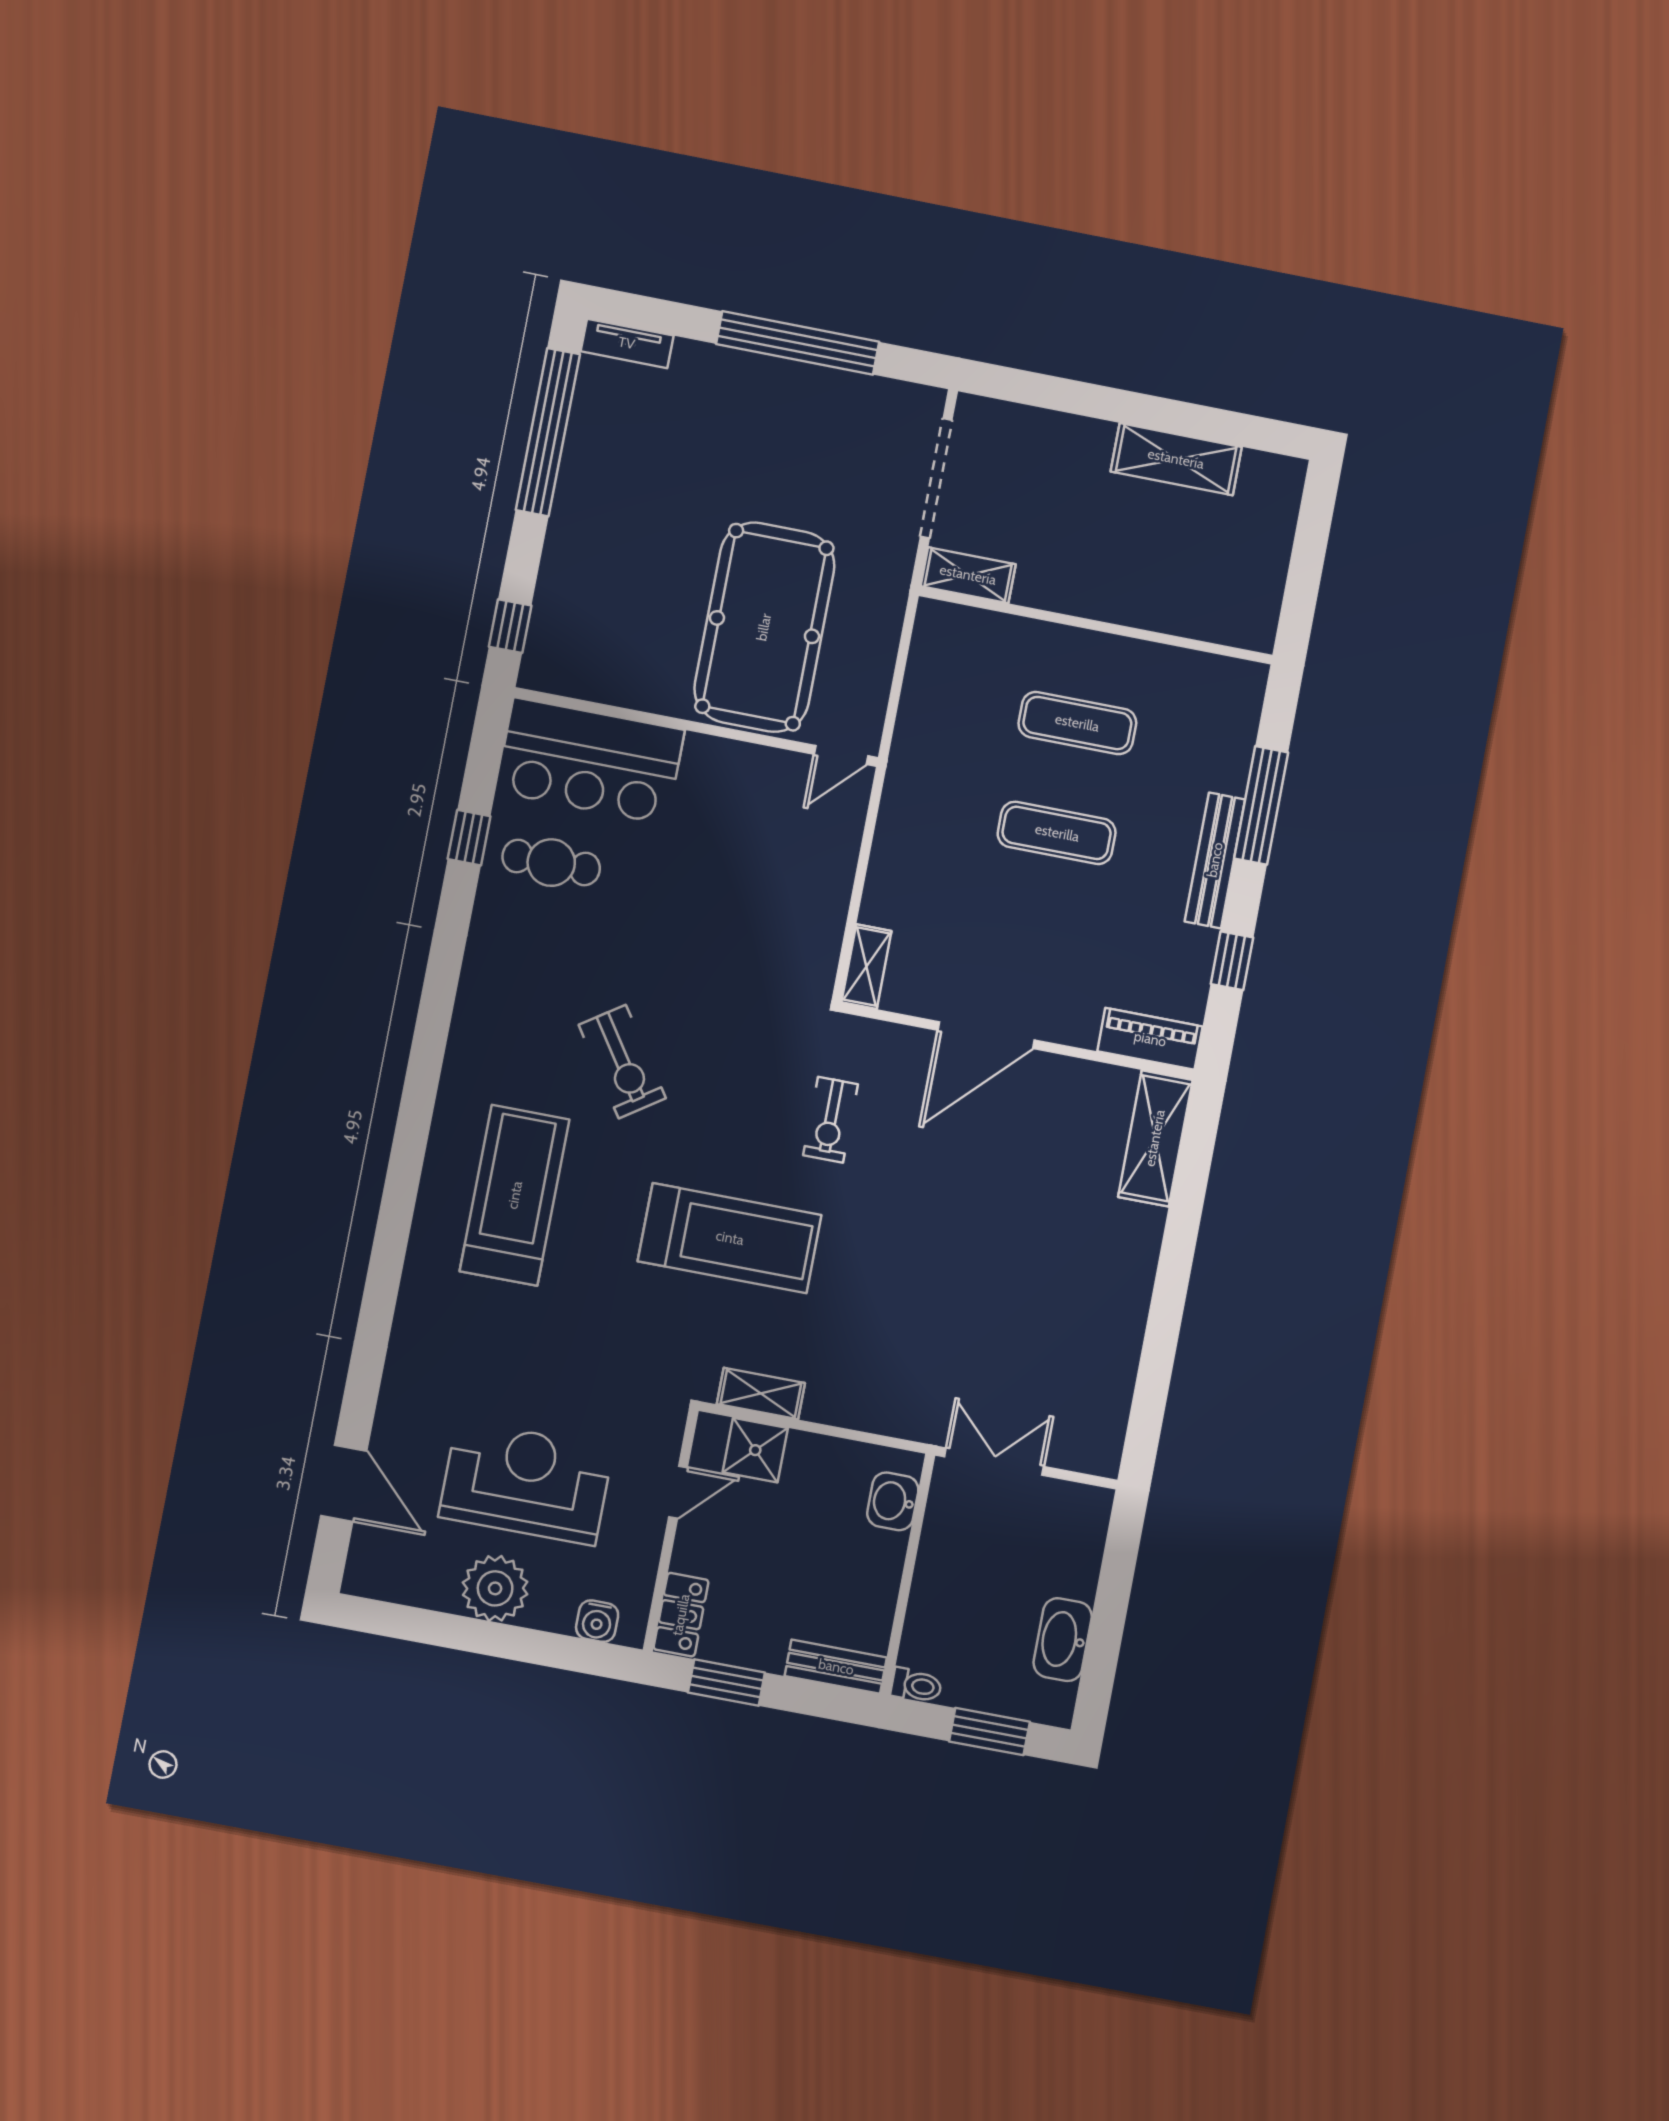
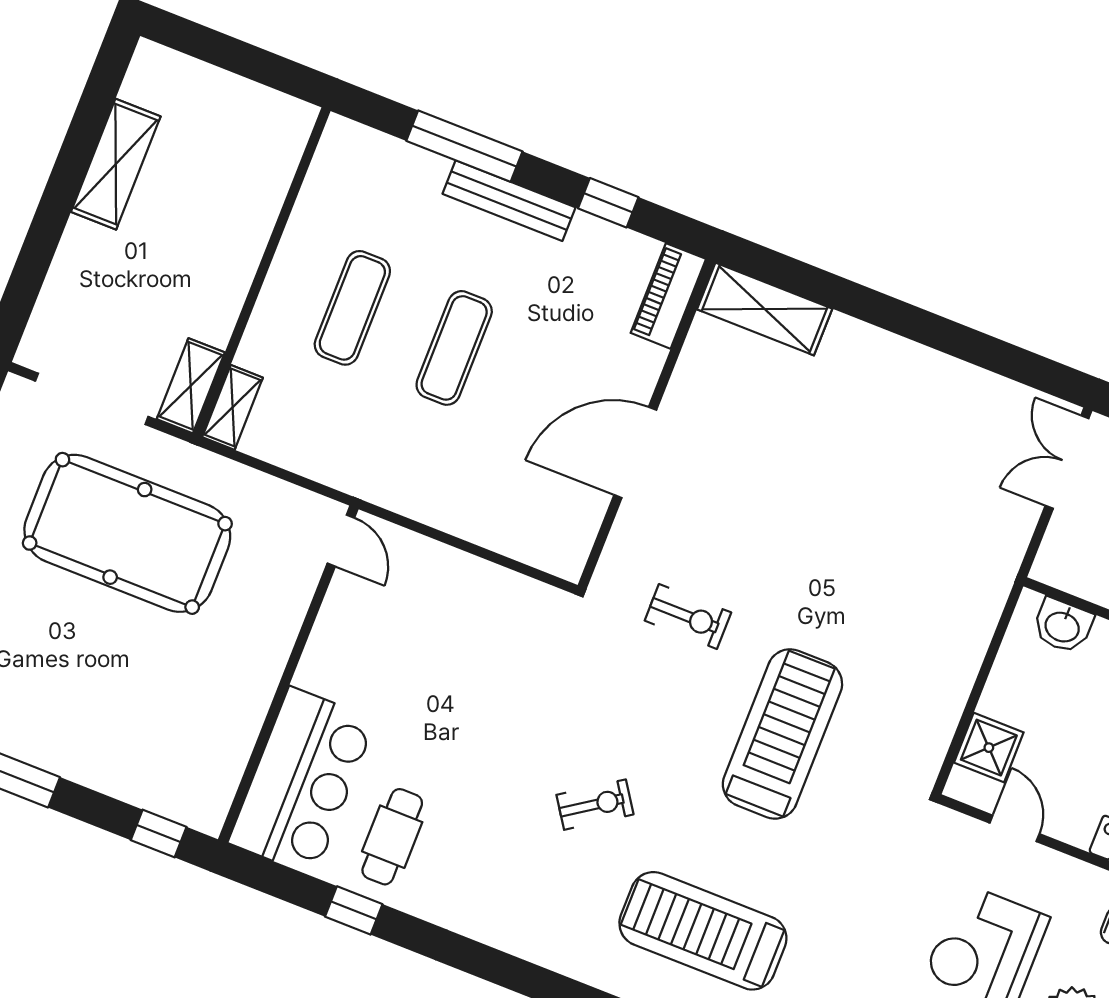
pool table: (764, 627) -> (127, 533), moved
shelving: (866, 967) -> (233, 407), moved, turned 90
door: (986, 1035) -> (635, 452), swing flipped
exercise bike: (622, 1062) -> (595, 805), width x0.73, depth x0.72
shelving: (761, 1394) -> (936, 732), removed
double door: (994, 1462) -> (1067, 462), moved

